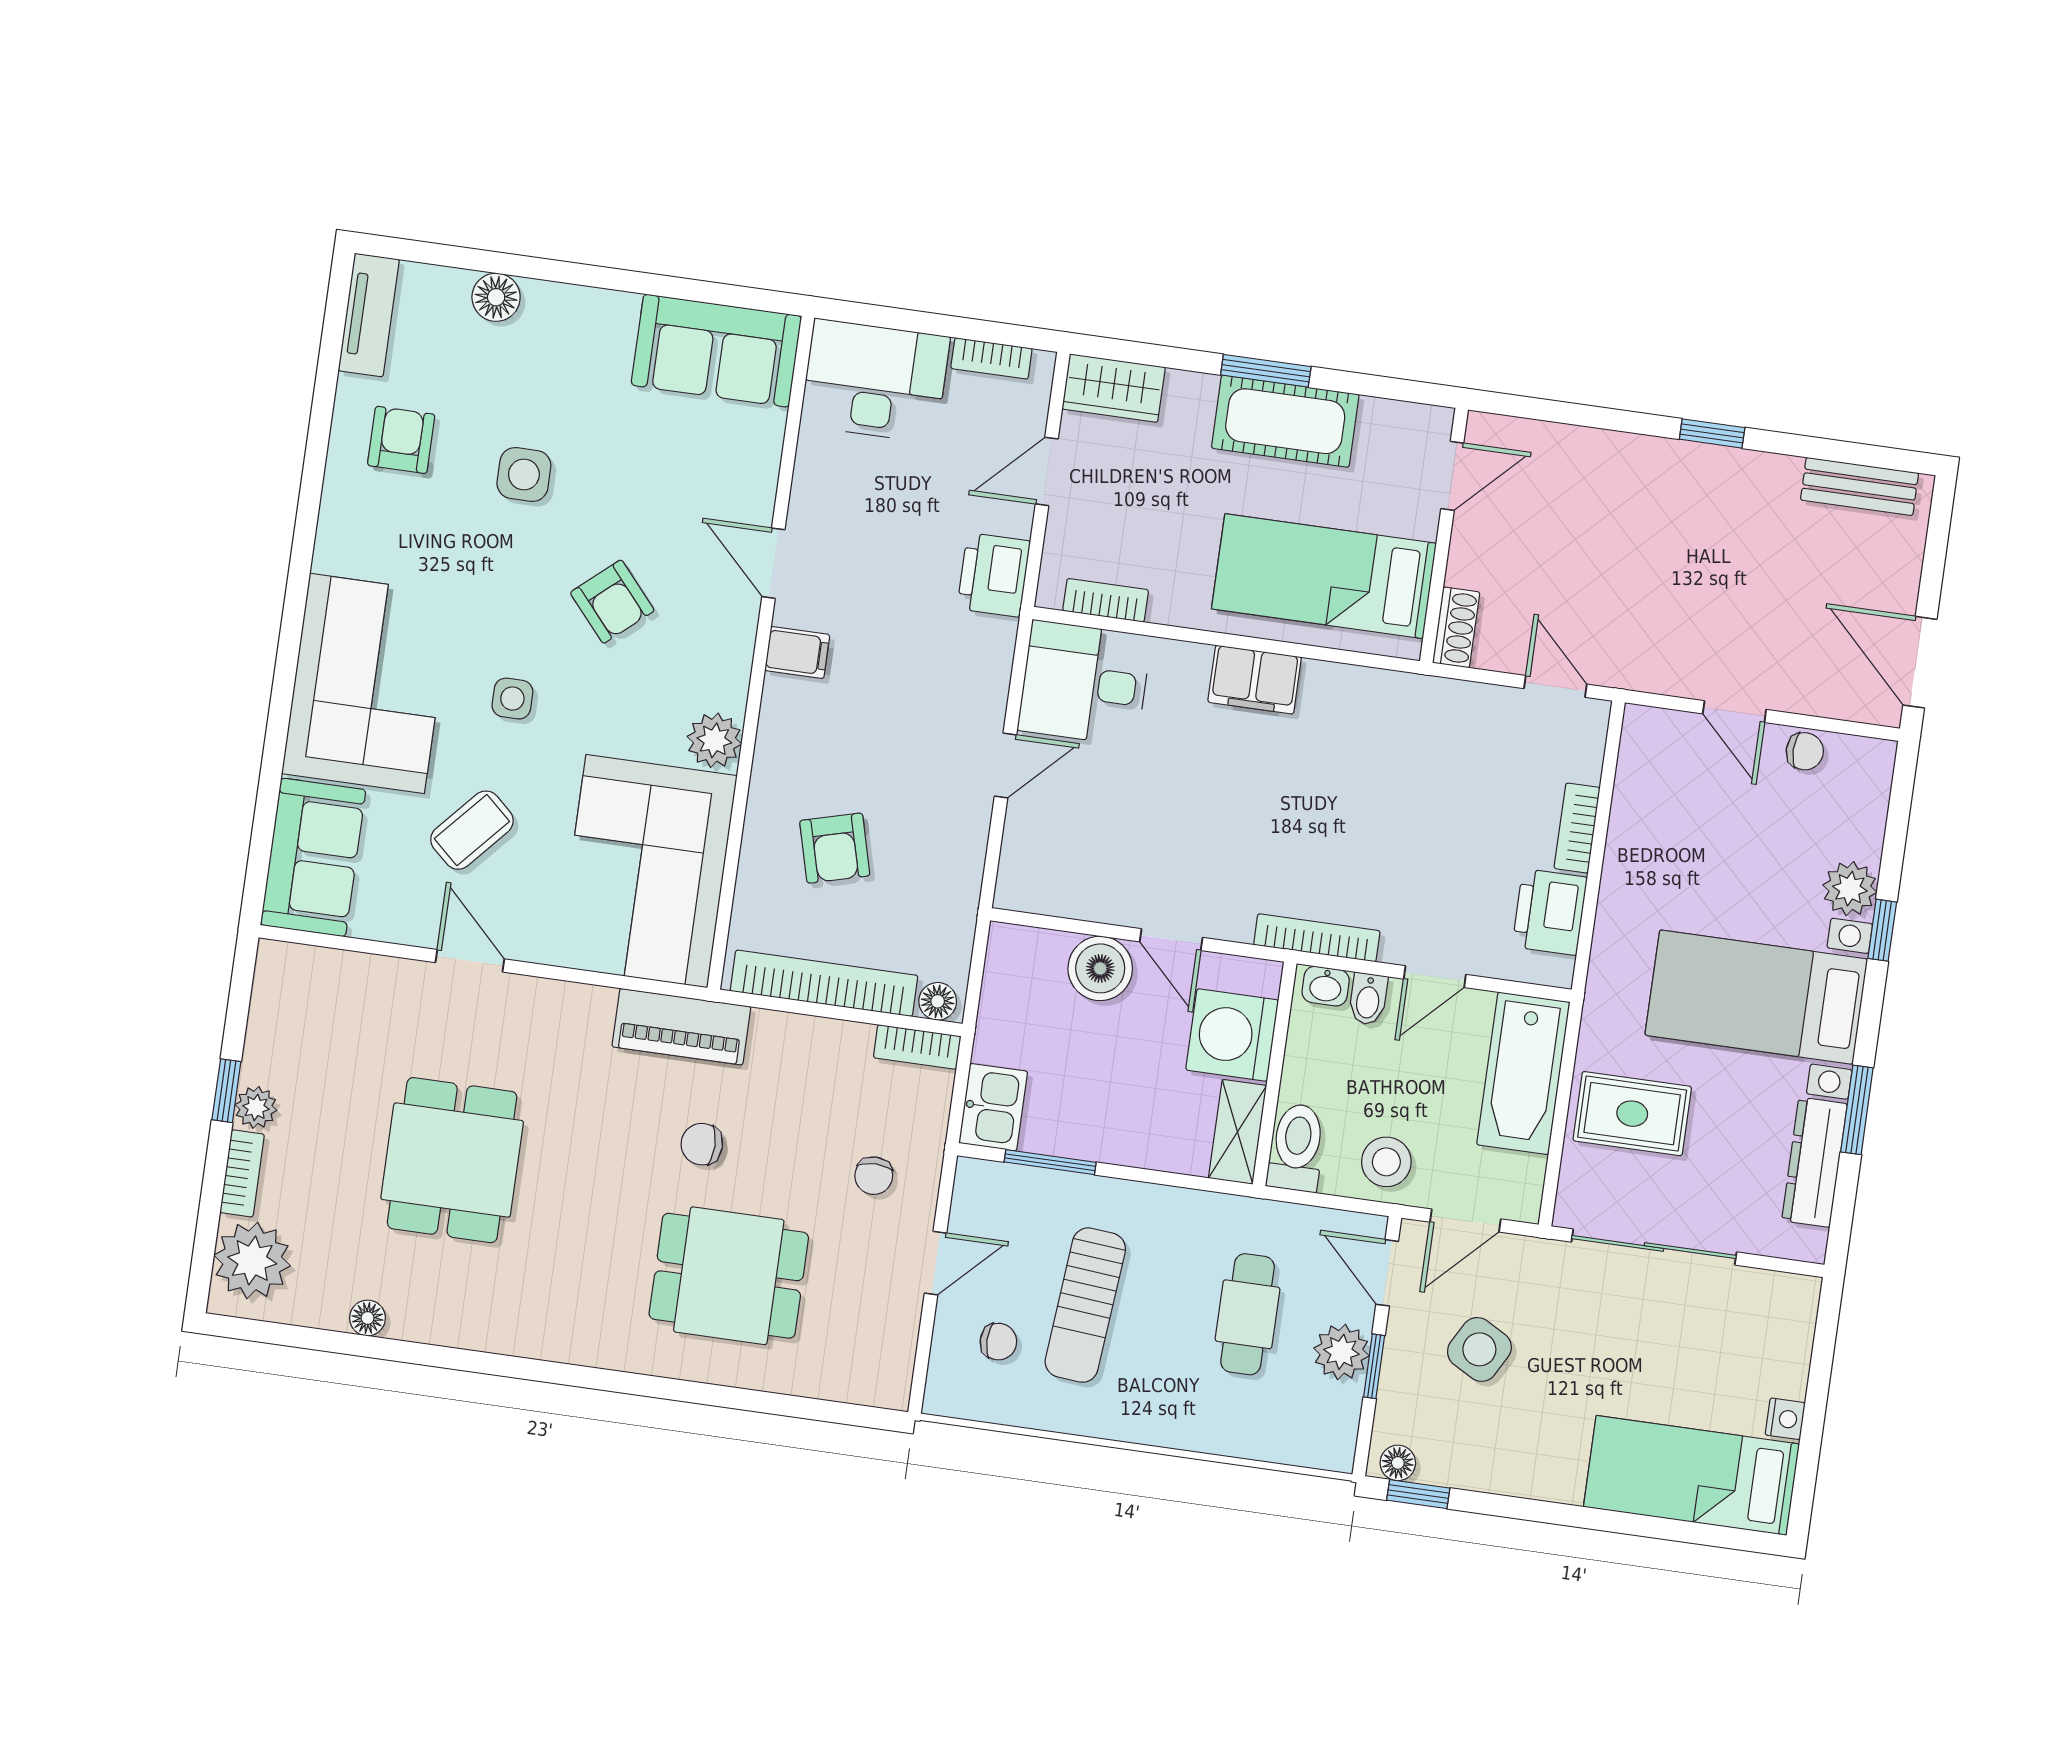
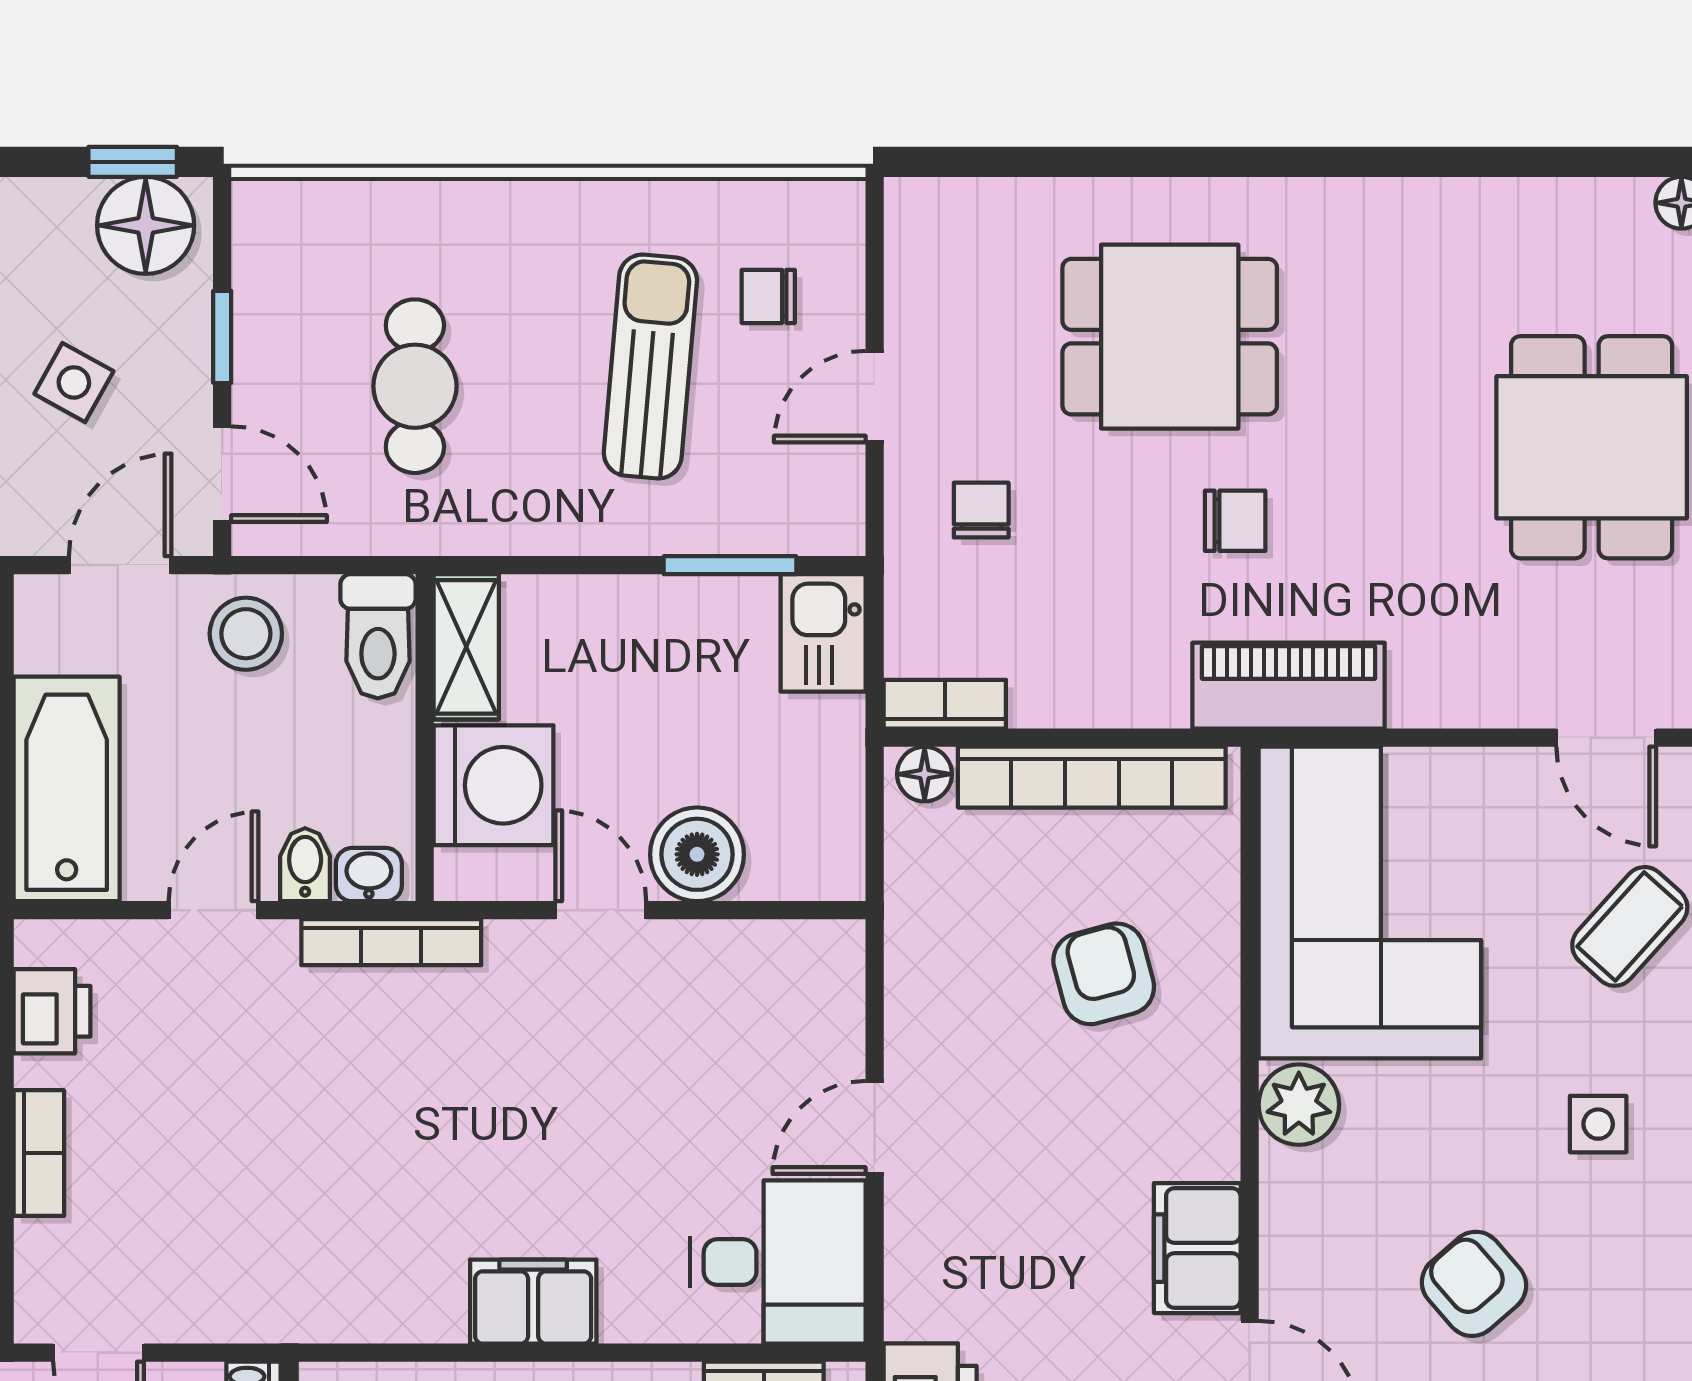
filing cabinet: (797, 652) -> (1197, 1248), width x2.00
printer: (1550, 912) -> (52, 1011), width x0.73, depth x0.81
side table: (1479, 1349) -> (74, 382), width x0.73, depth x0.73
plant: (1341, 1352) -> (272, 351), removed
floor lamp: (1398, 1463) -> (146, 225), width x1.89, depth x1.89

